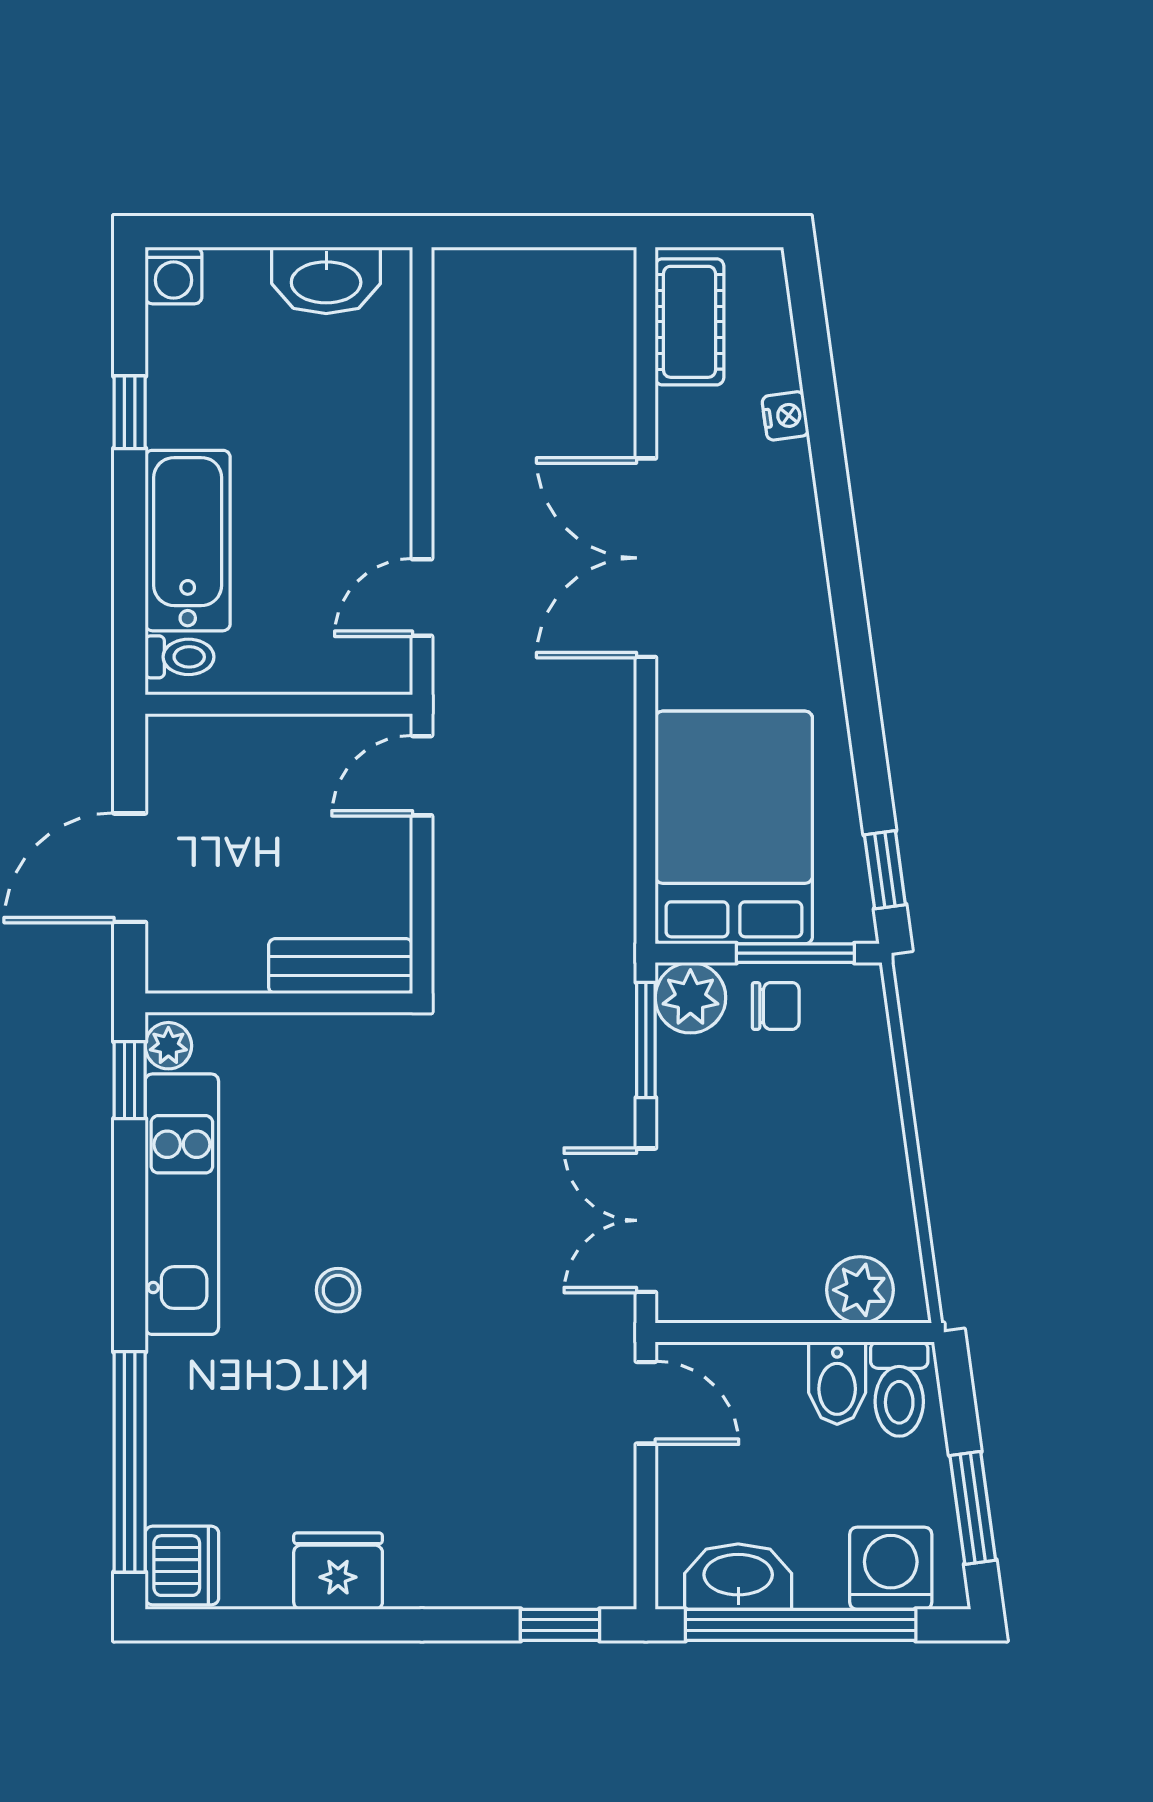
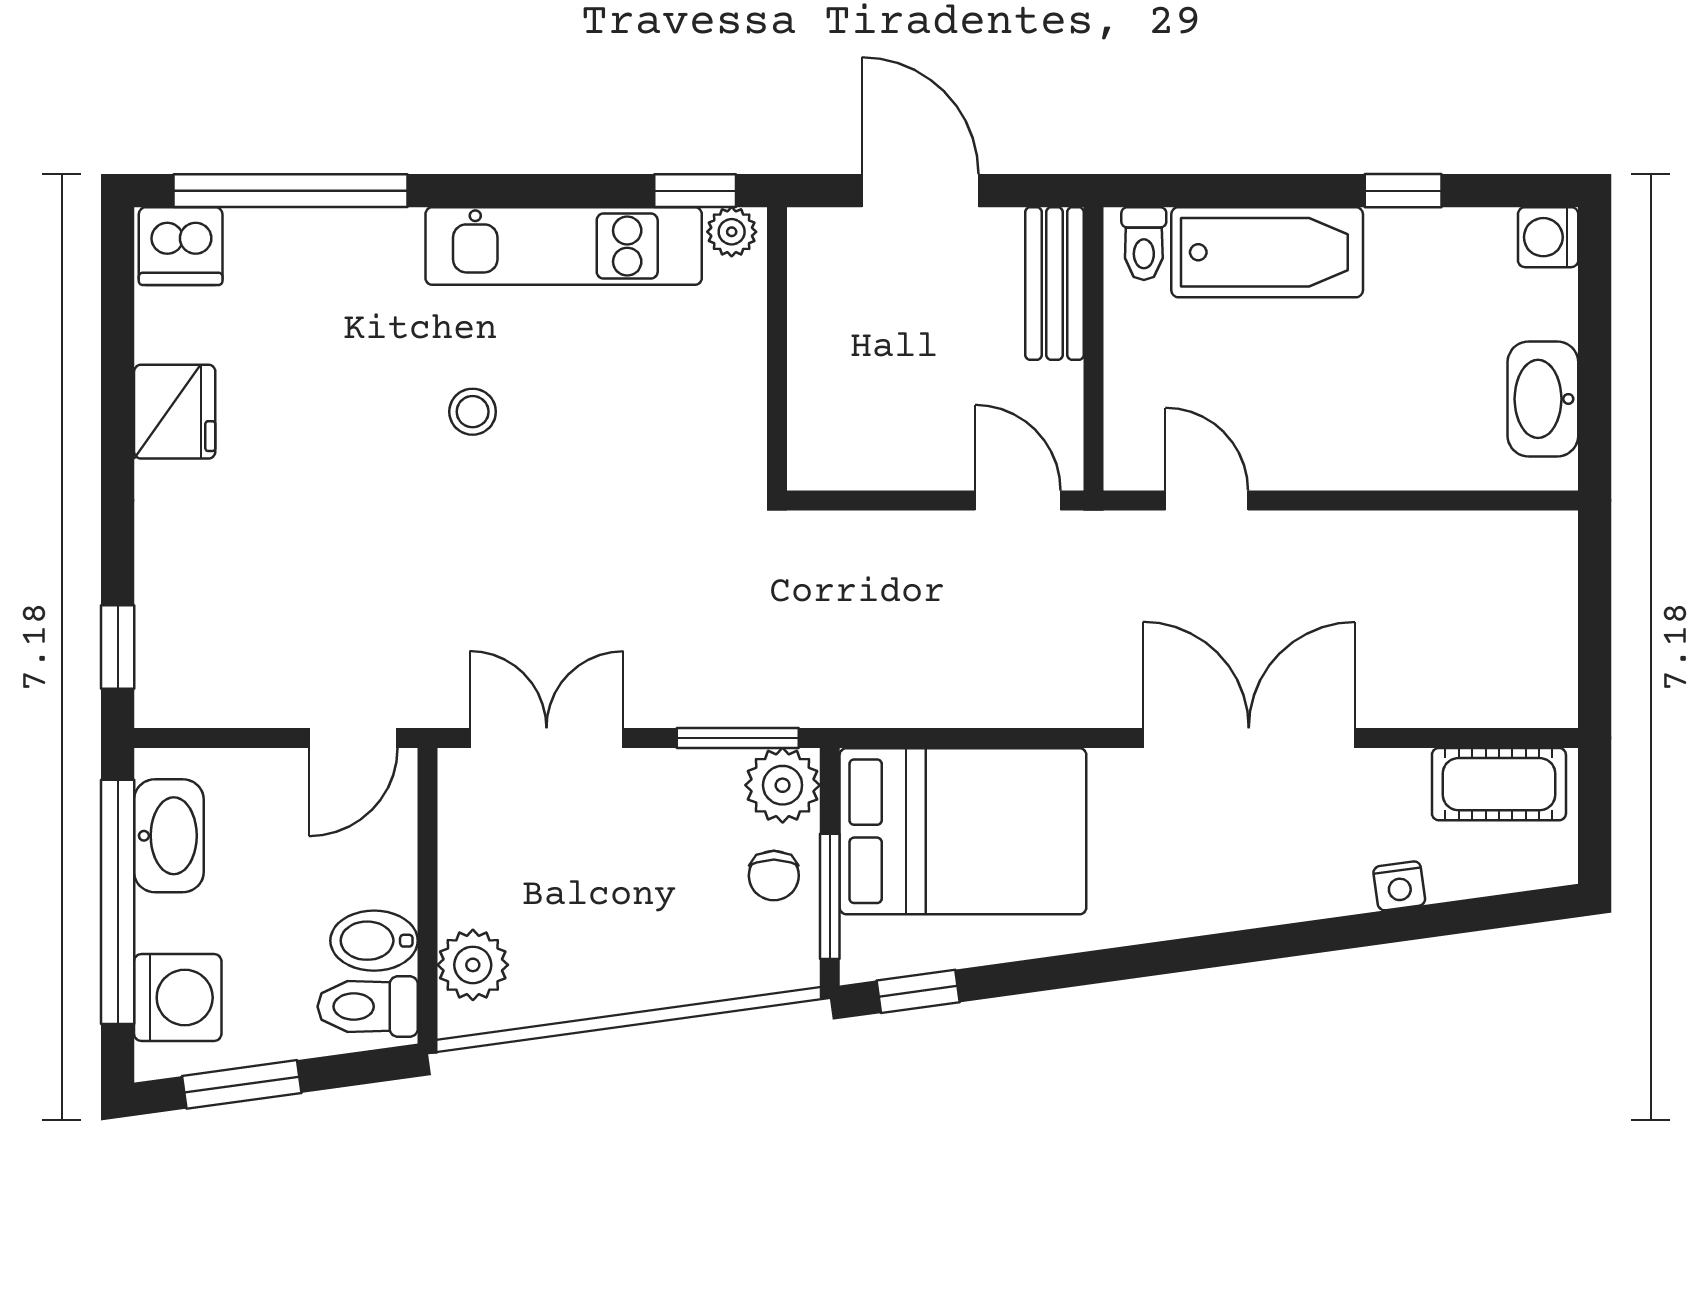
bench: (341, 966) -> (1054, 284), moved

